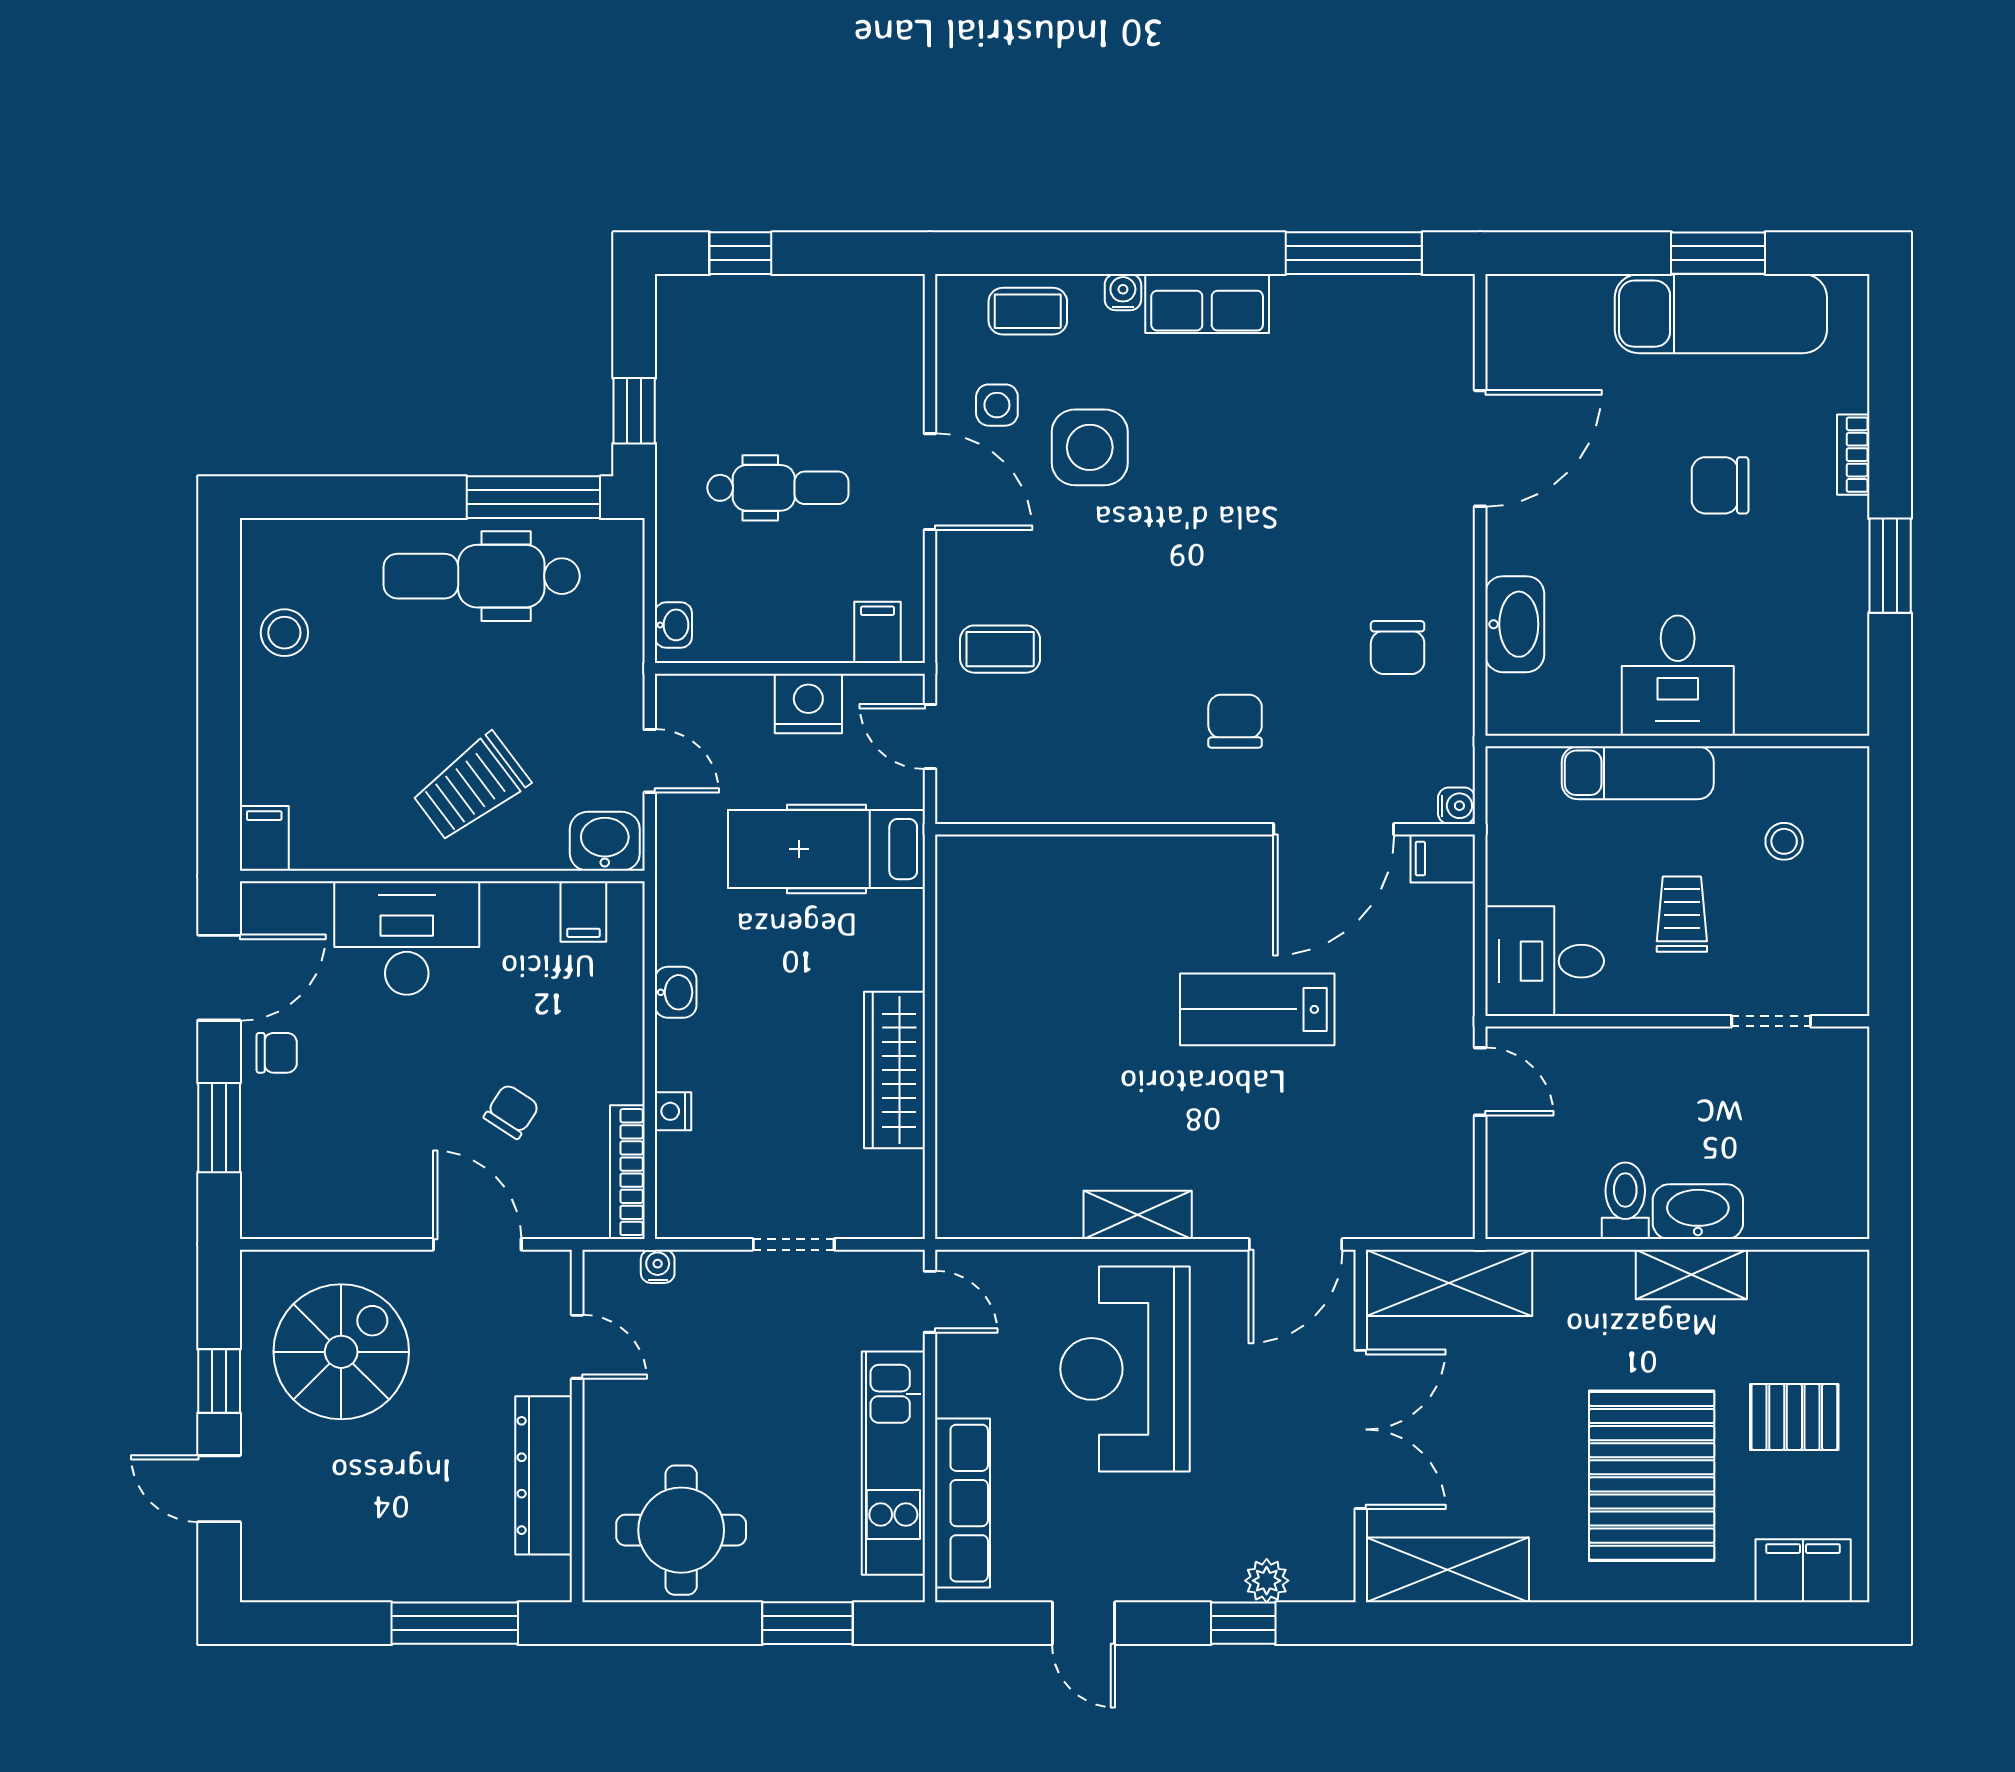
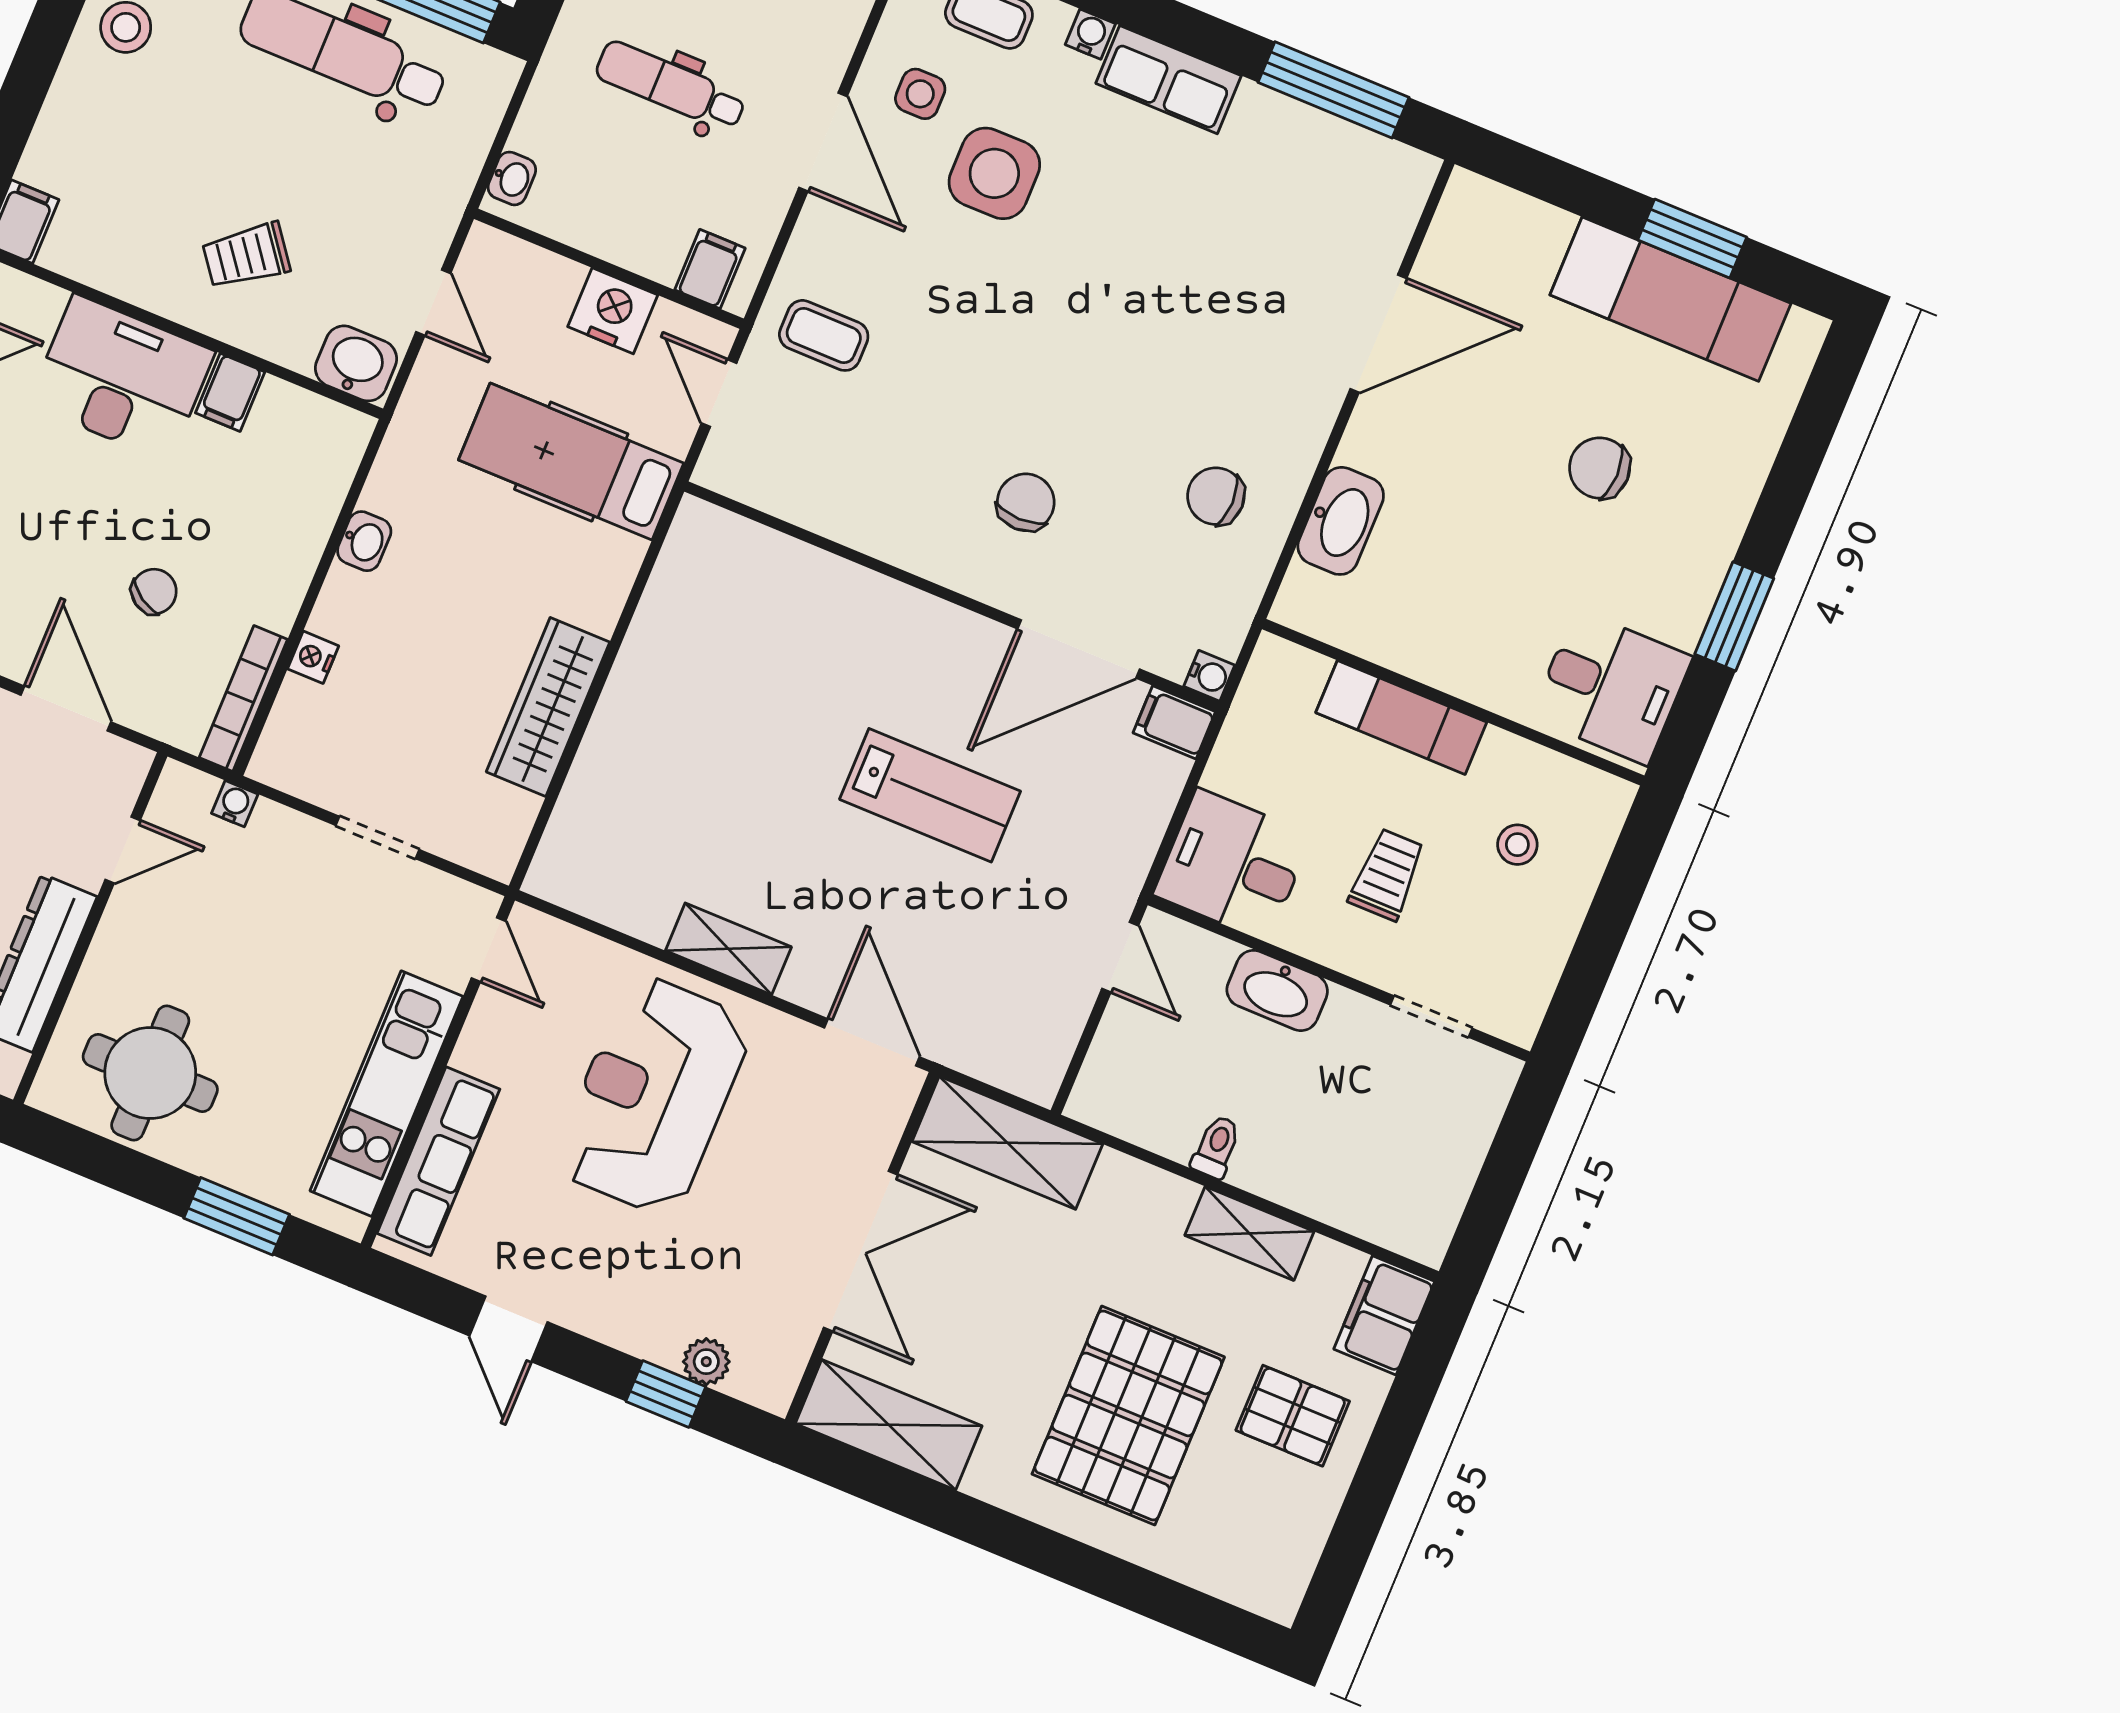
bookcase: (1853, 455) -> (1743, 492), removed
dental chair: (778, 488) -> (671, 86), turned 180
chair: (1398, 648) -> (1216, 496), turned 90
desk: (1678, 676) -> (1611, 687), moved, turned -90
trolley: (471, 787) -> (246, 256), width x0.73, depth x0.72
filing cabinet: (583, 912) -> (230, 392), moved
lab bench: (1257, 1009) -> (930, 795), turned 180
toilet: (1625, 1201) -> (1216, 1147), width x0.73, depth x0.72
washbasin: (1698, 1212) -> (1277, 990), moved, turned 180
door: (1296, 1244) -> (872, 1042), swing flipped
door: (577, 1347) -> (123, 850), hinge flipped
filing cabinet: (1803, 1571) -> (1384, 1315), moved, turned -90

